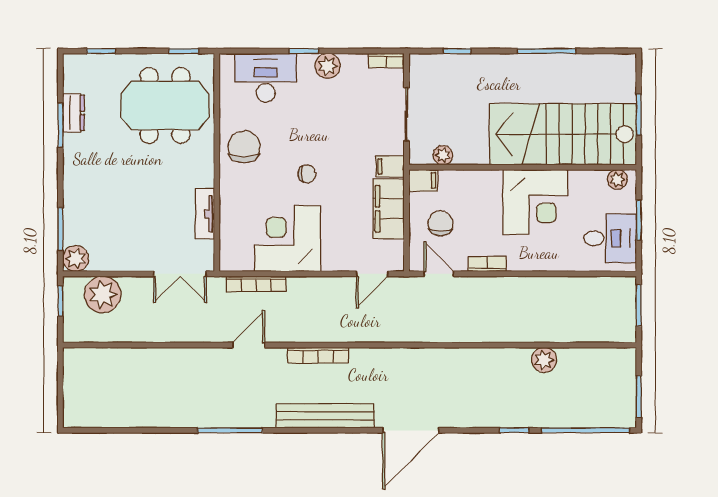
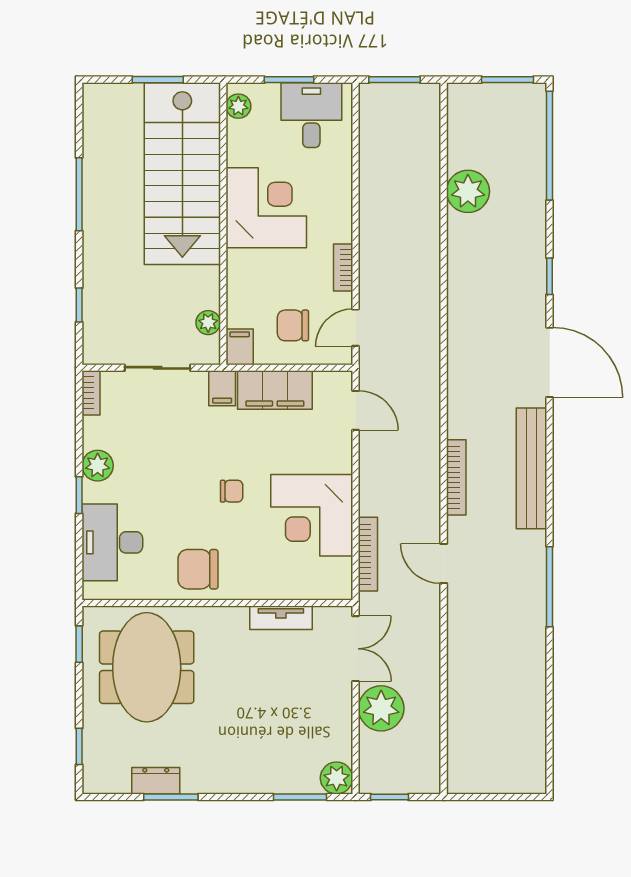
chair: (307, 174) -> (232, 491), turned 90
plant: (103, 295) -> (381, 708), moved
plant: (544, 360) -> (468, 191), width x1.36, depth x1.36
window: (514, 430) -> (550, 276), moved

